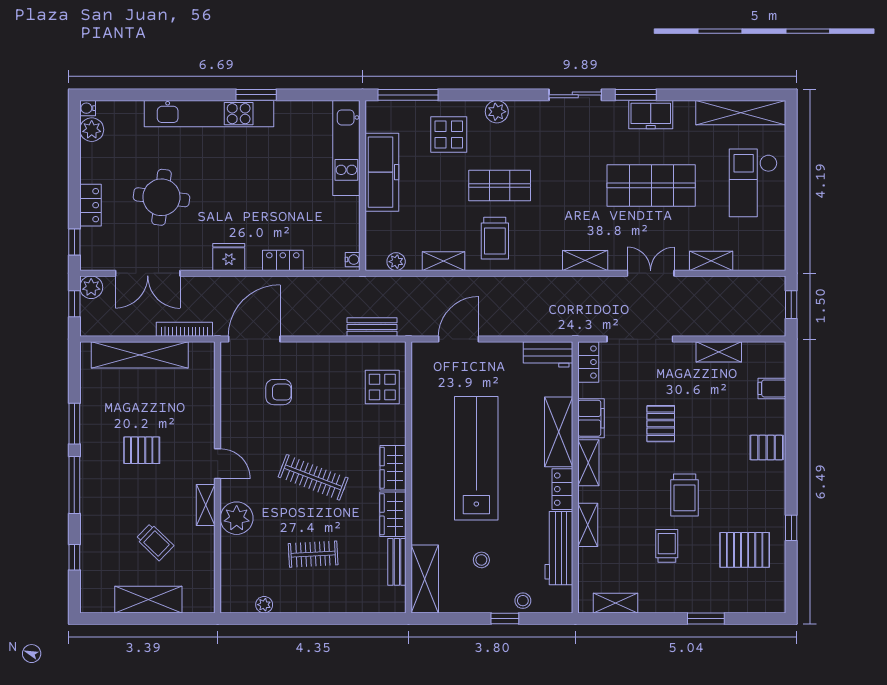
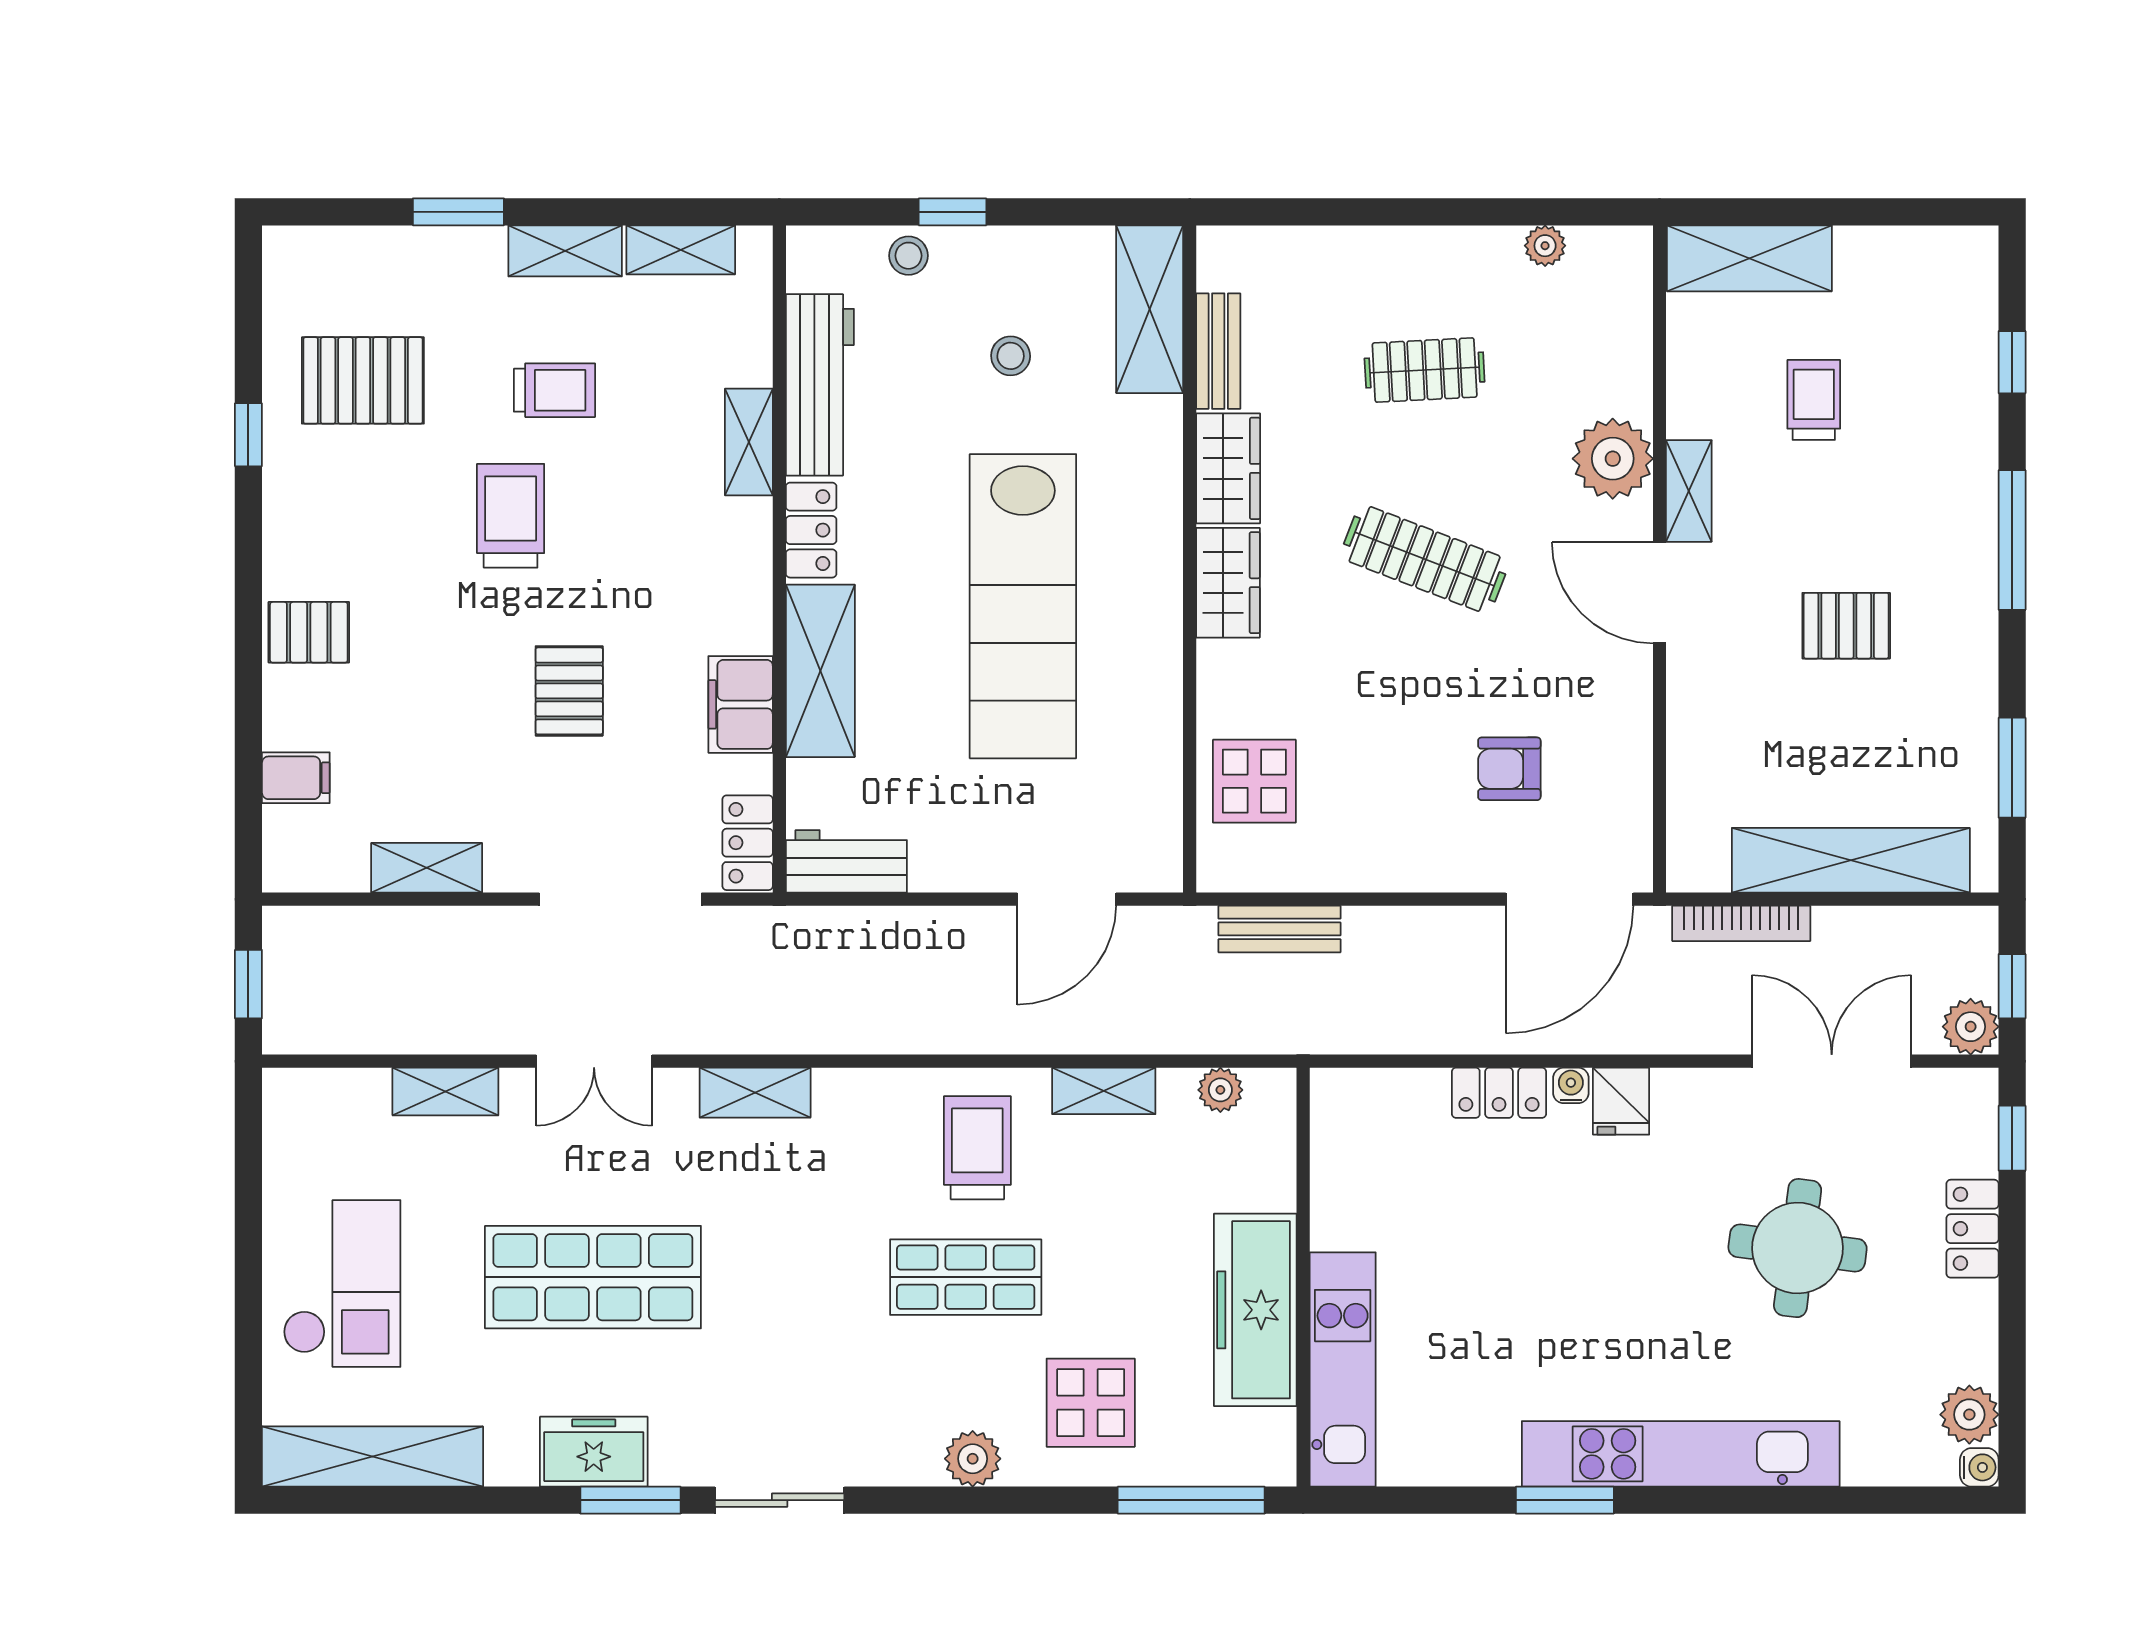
fridge: (229, 257) -> (1621, 1101), width x0.72
water cooler: (353, 260) -> (1571, 1085), moved, turned 90
window: (74, 424) -> (2012, 768), moved
shelving: (588, 463) -> (565, 251), moved, turned 90
door: (218, 464) -> (1659, 593), width x1.38
trolley: (155, 542) -> (1814, 400), turned 46
trolley: (667, 546) -> (554, 390), turned -90
shelving: (148, 600) -> (1749, 258), moved

